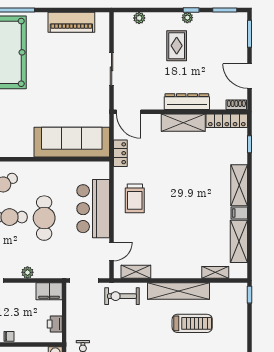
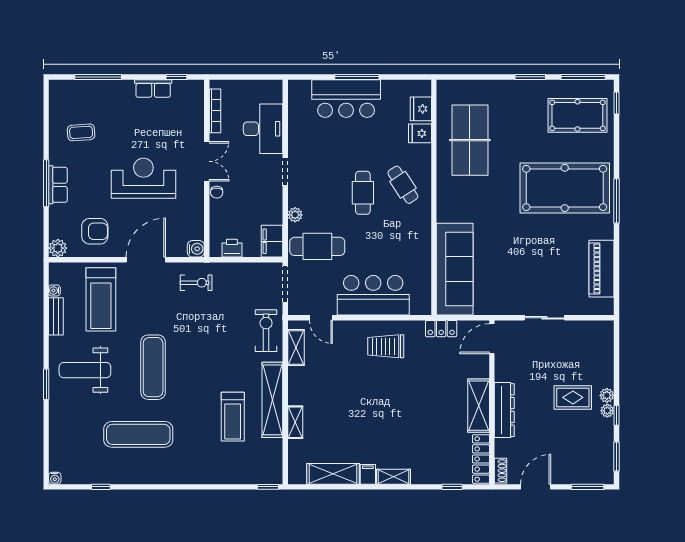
plant: (139, 18) -> (607, 395), moved
shelving: (239, 185) -> (393, 477), width x0.67, depth x0.75
cafe table: (44, 218) -> (317, 246), moved
shelving: (215, 272) -> (295, 422), moved

